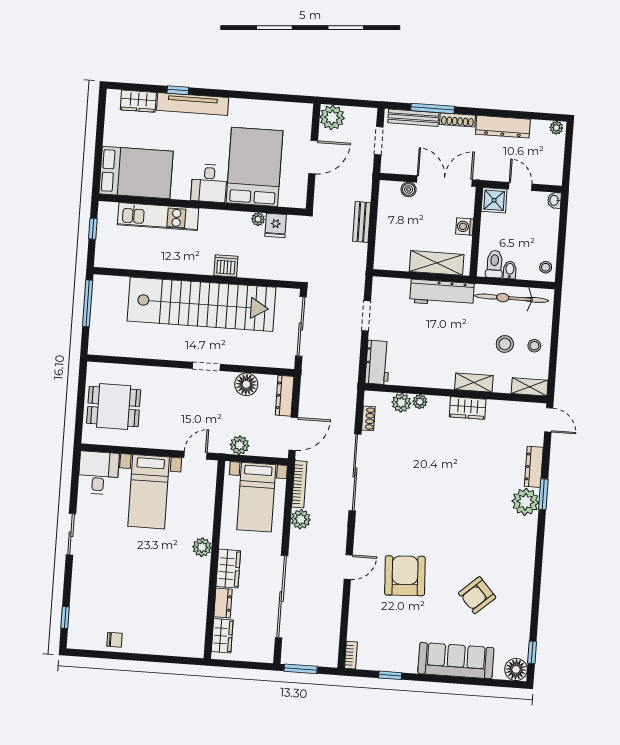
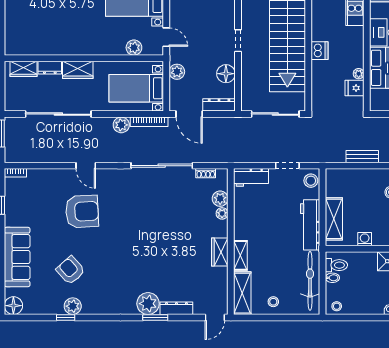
stool: (505, 344) -> (311, 181), moved
shelving: (530, 387) -> (242, 293), width x1.50, depth x1.33
plant: (202, 547) -> (134, 48), moved
plant: (522, 596) -> (73, 306), added
window: (532, 652) -> (66, 317), moved

